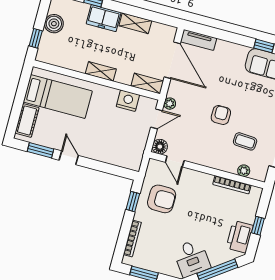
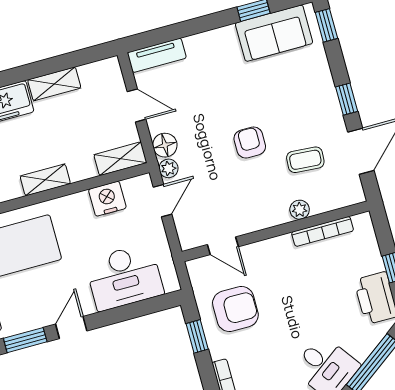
door: (172, 60) -> (136, 105), width x0.53
desk: (113, 147) -> (124, 277), added
floor lamp: (160, 147) -> (165, 145), moved
door: (69, 158) -> (71, 327), hinge flipped
plant: (244, 171) -> (300, 210), moved

